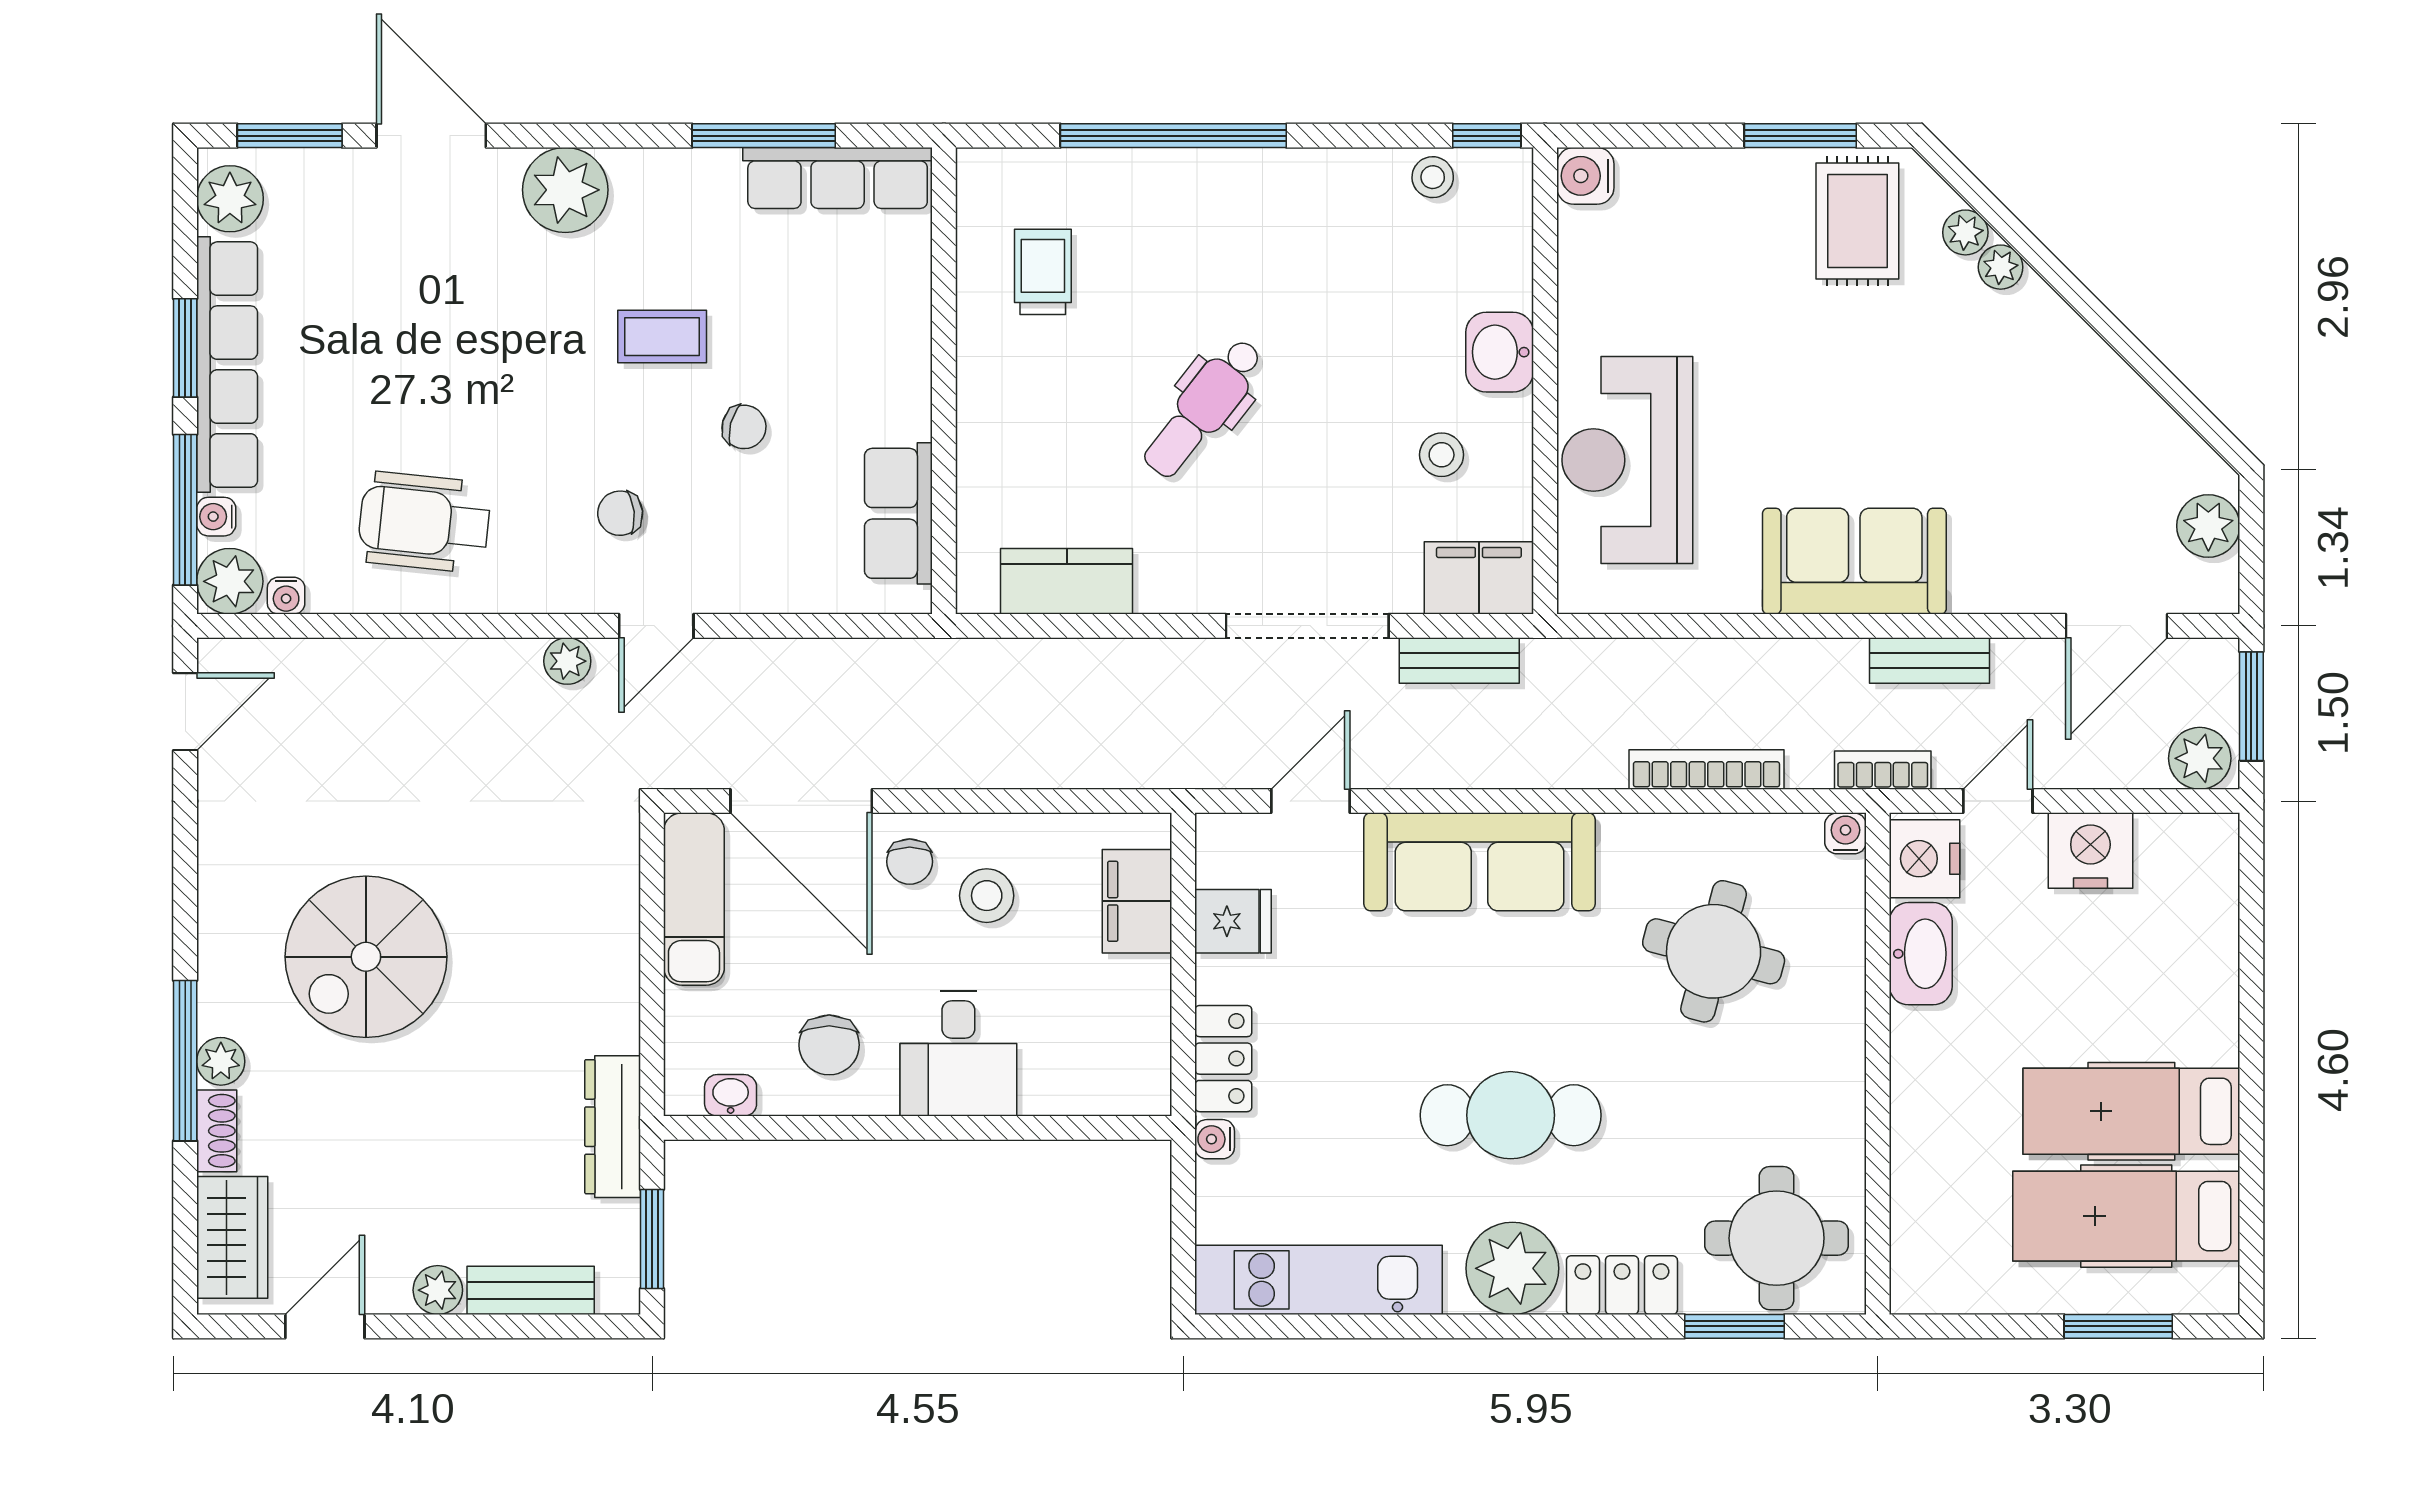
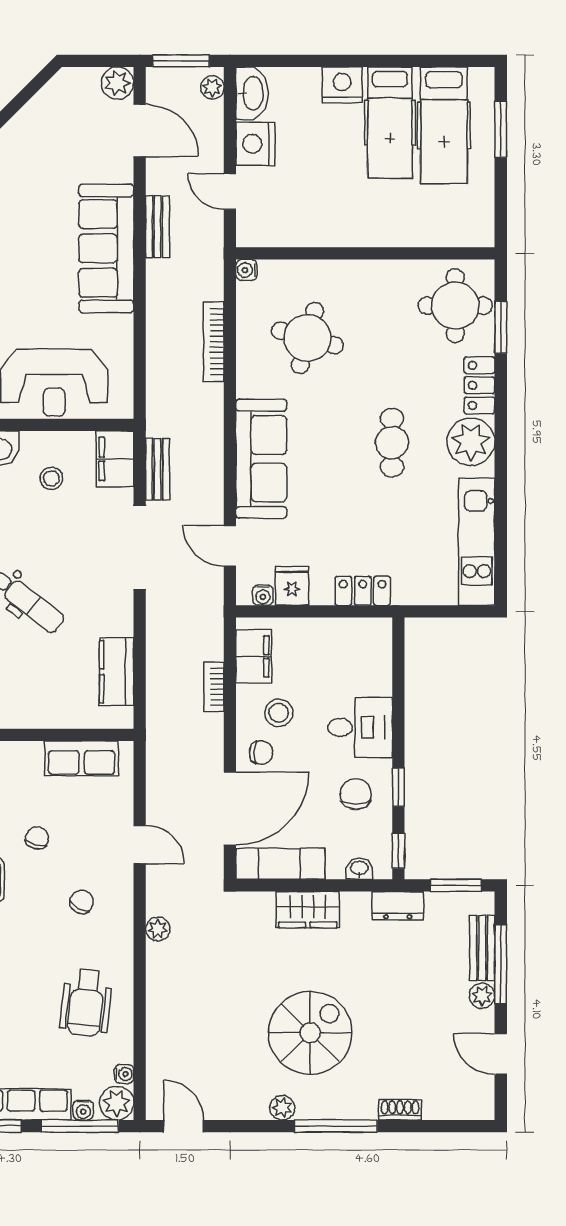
chair: (620, 513) -> (82, 902), turned -145
plant: (2208, 526) -> (117, 83), moved
sofa: (1854, 561) -> (106, 248), width x1.36
door: (656, 626) -> (140, 844), moved
plant: (2200, 758) -> (212, 87), width x0.73, depth x0.73
bookcase: (1883, 770) -> (214, 687), moved
nightstand: (1925, 859) -> (342, 85), moved, turned 180
filing cabinet: (1137, 901) -> (254, 657), moved, turned -90
washbasin: (1921, 954) -> (252, 93), moved, turned 90
spiral stairs: (366, 957) -> (310, 1033), turned -90
chair: (829, 1045) -> (356, 794), turned -90
window: (185, 1061) -> (336, 1126), moved
plant: (221, 1061) -> (282, 1108), moved
washbasin: (731, 1095) -> (359, 869), moved, turned 90
cafe table: (1511, 1115) -> (392, 443), width x0.73, depth x0.74
dresser: (613, 1127) -> (398, 906), width x0.70
window: (719, 1128) -> (398, 851), added
window: (842, 1128) -> (398, 787), added
water cooler: (1215, 1139) -> (263, 595), moved
wardrobe: (232, 1237) -> (308, 910), moved, turned 180
window: (500, 1326) -> (501, 964), added

